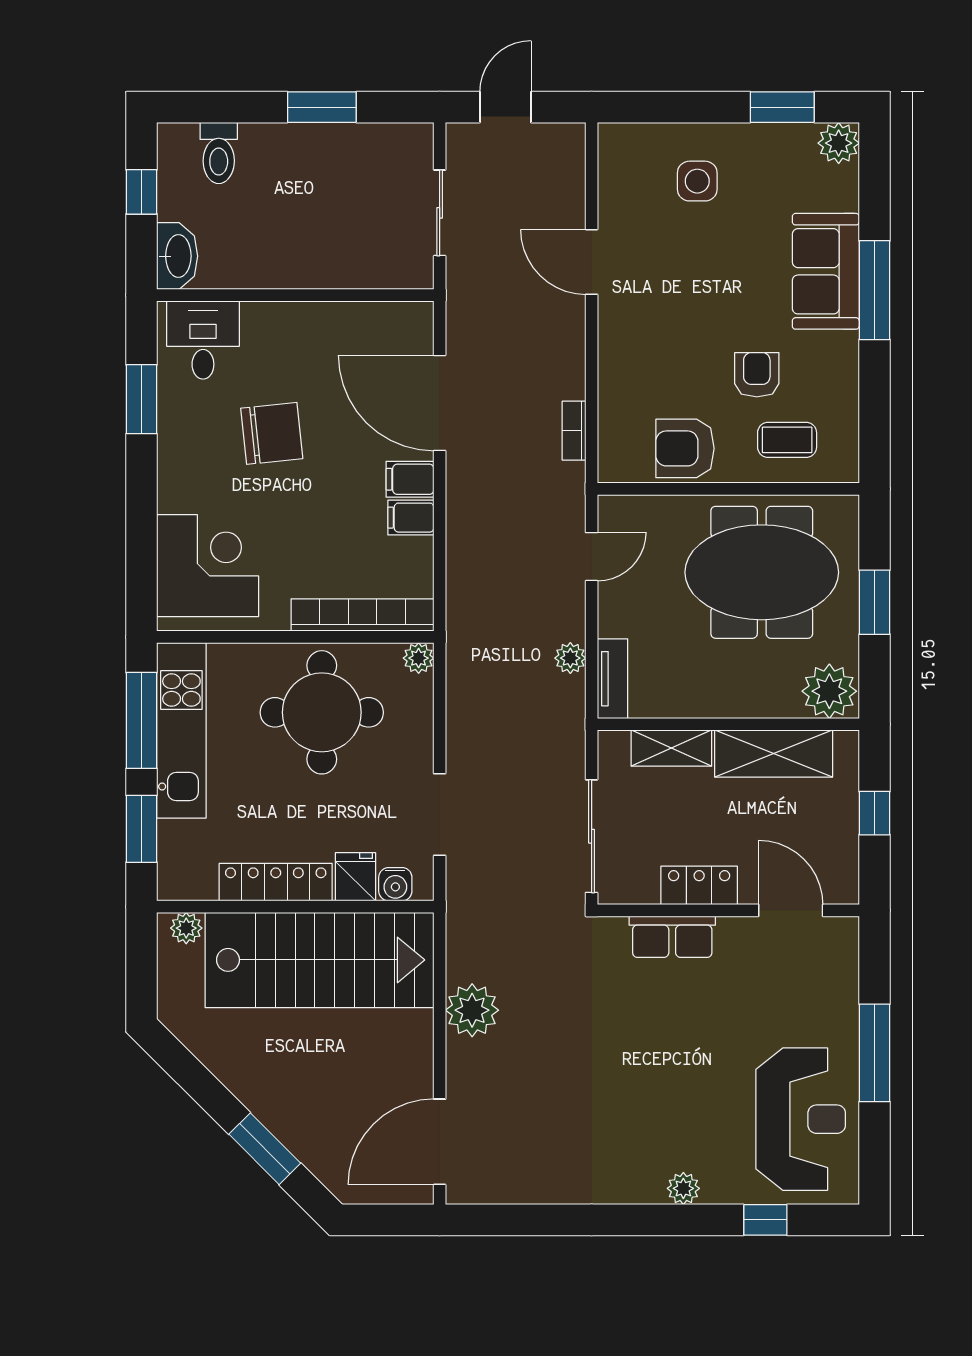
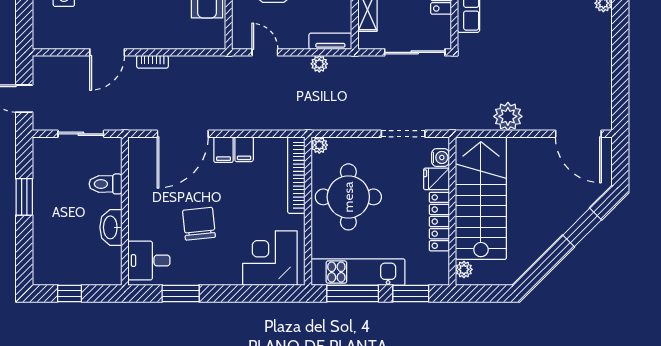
toilet: (219, 153) -> (105, 184), moved, turned 180
washbasin: (177, 256) -> (111, 227), moved, turned -90
bookcase: (574, 431) -> (152, 62), moved

